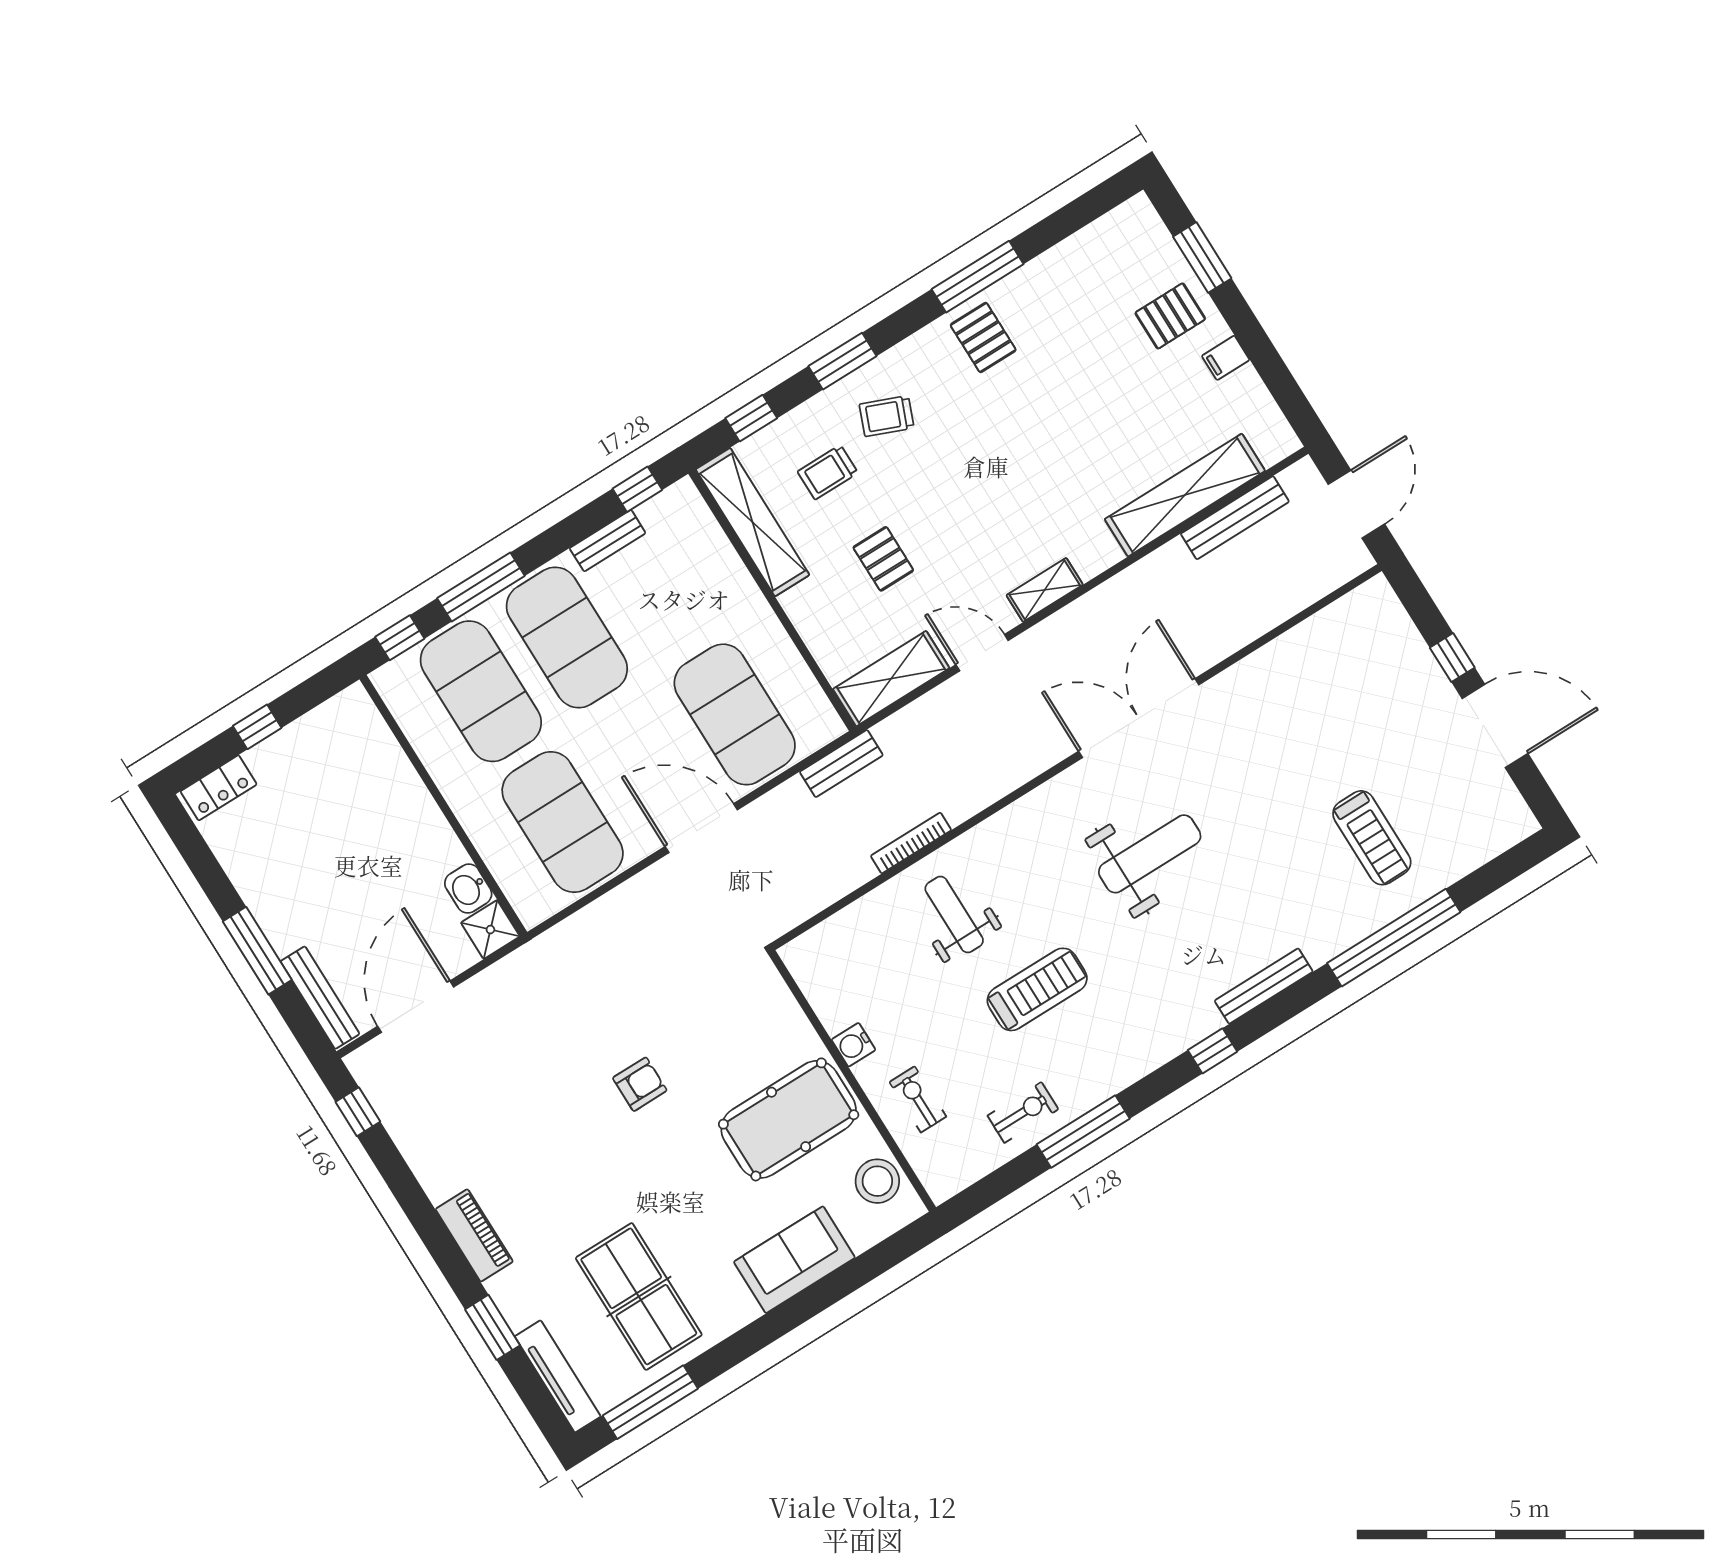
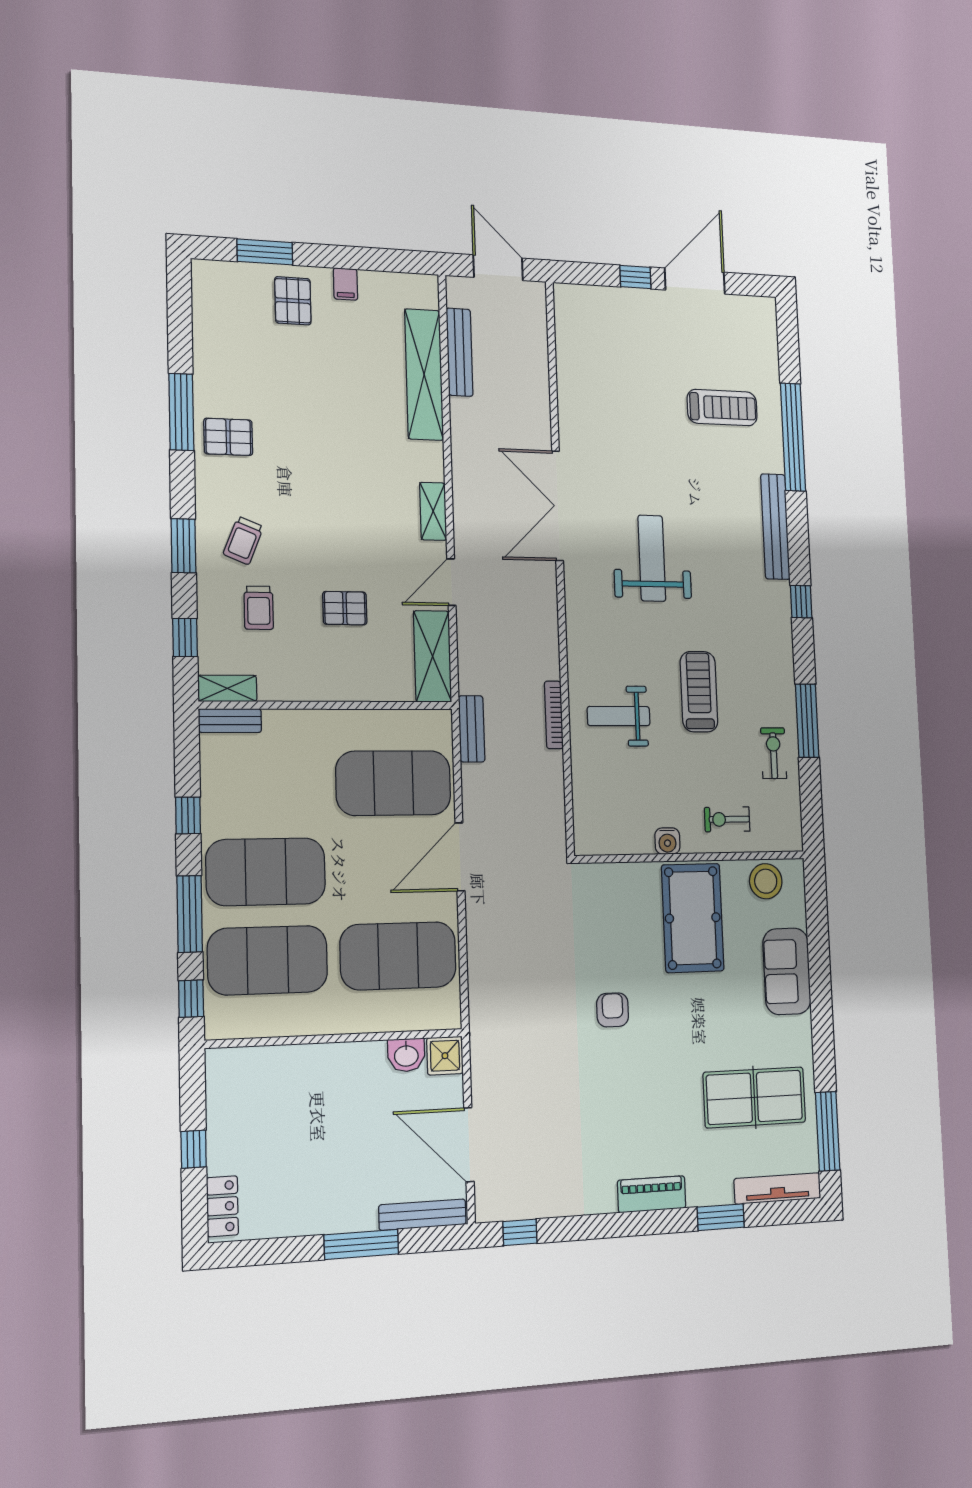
window: (637, 489) -> (188, 815), moved
shelving: (752, 522) -> (227, 688), width x0.45, depth x0.75
bench: (608, 541) -> (230, 721), moved, turned 90
bench: (1264, 986) -> (775, 527), width x1.37, depth x1.21

